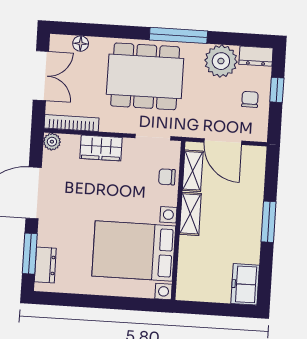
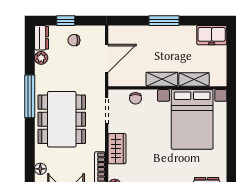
plant: (221, 61) -> (41, 58), width x0.53, depth x0.53
shelving: (193, 171) -> (194, 79), moved

